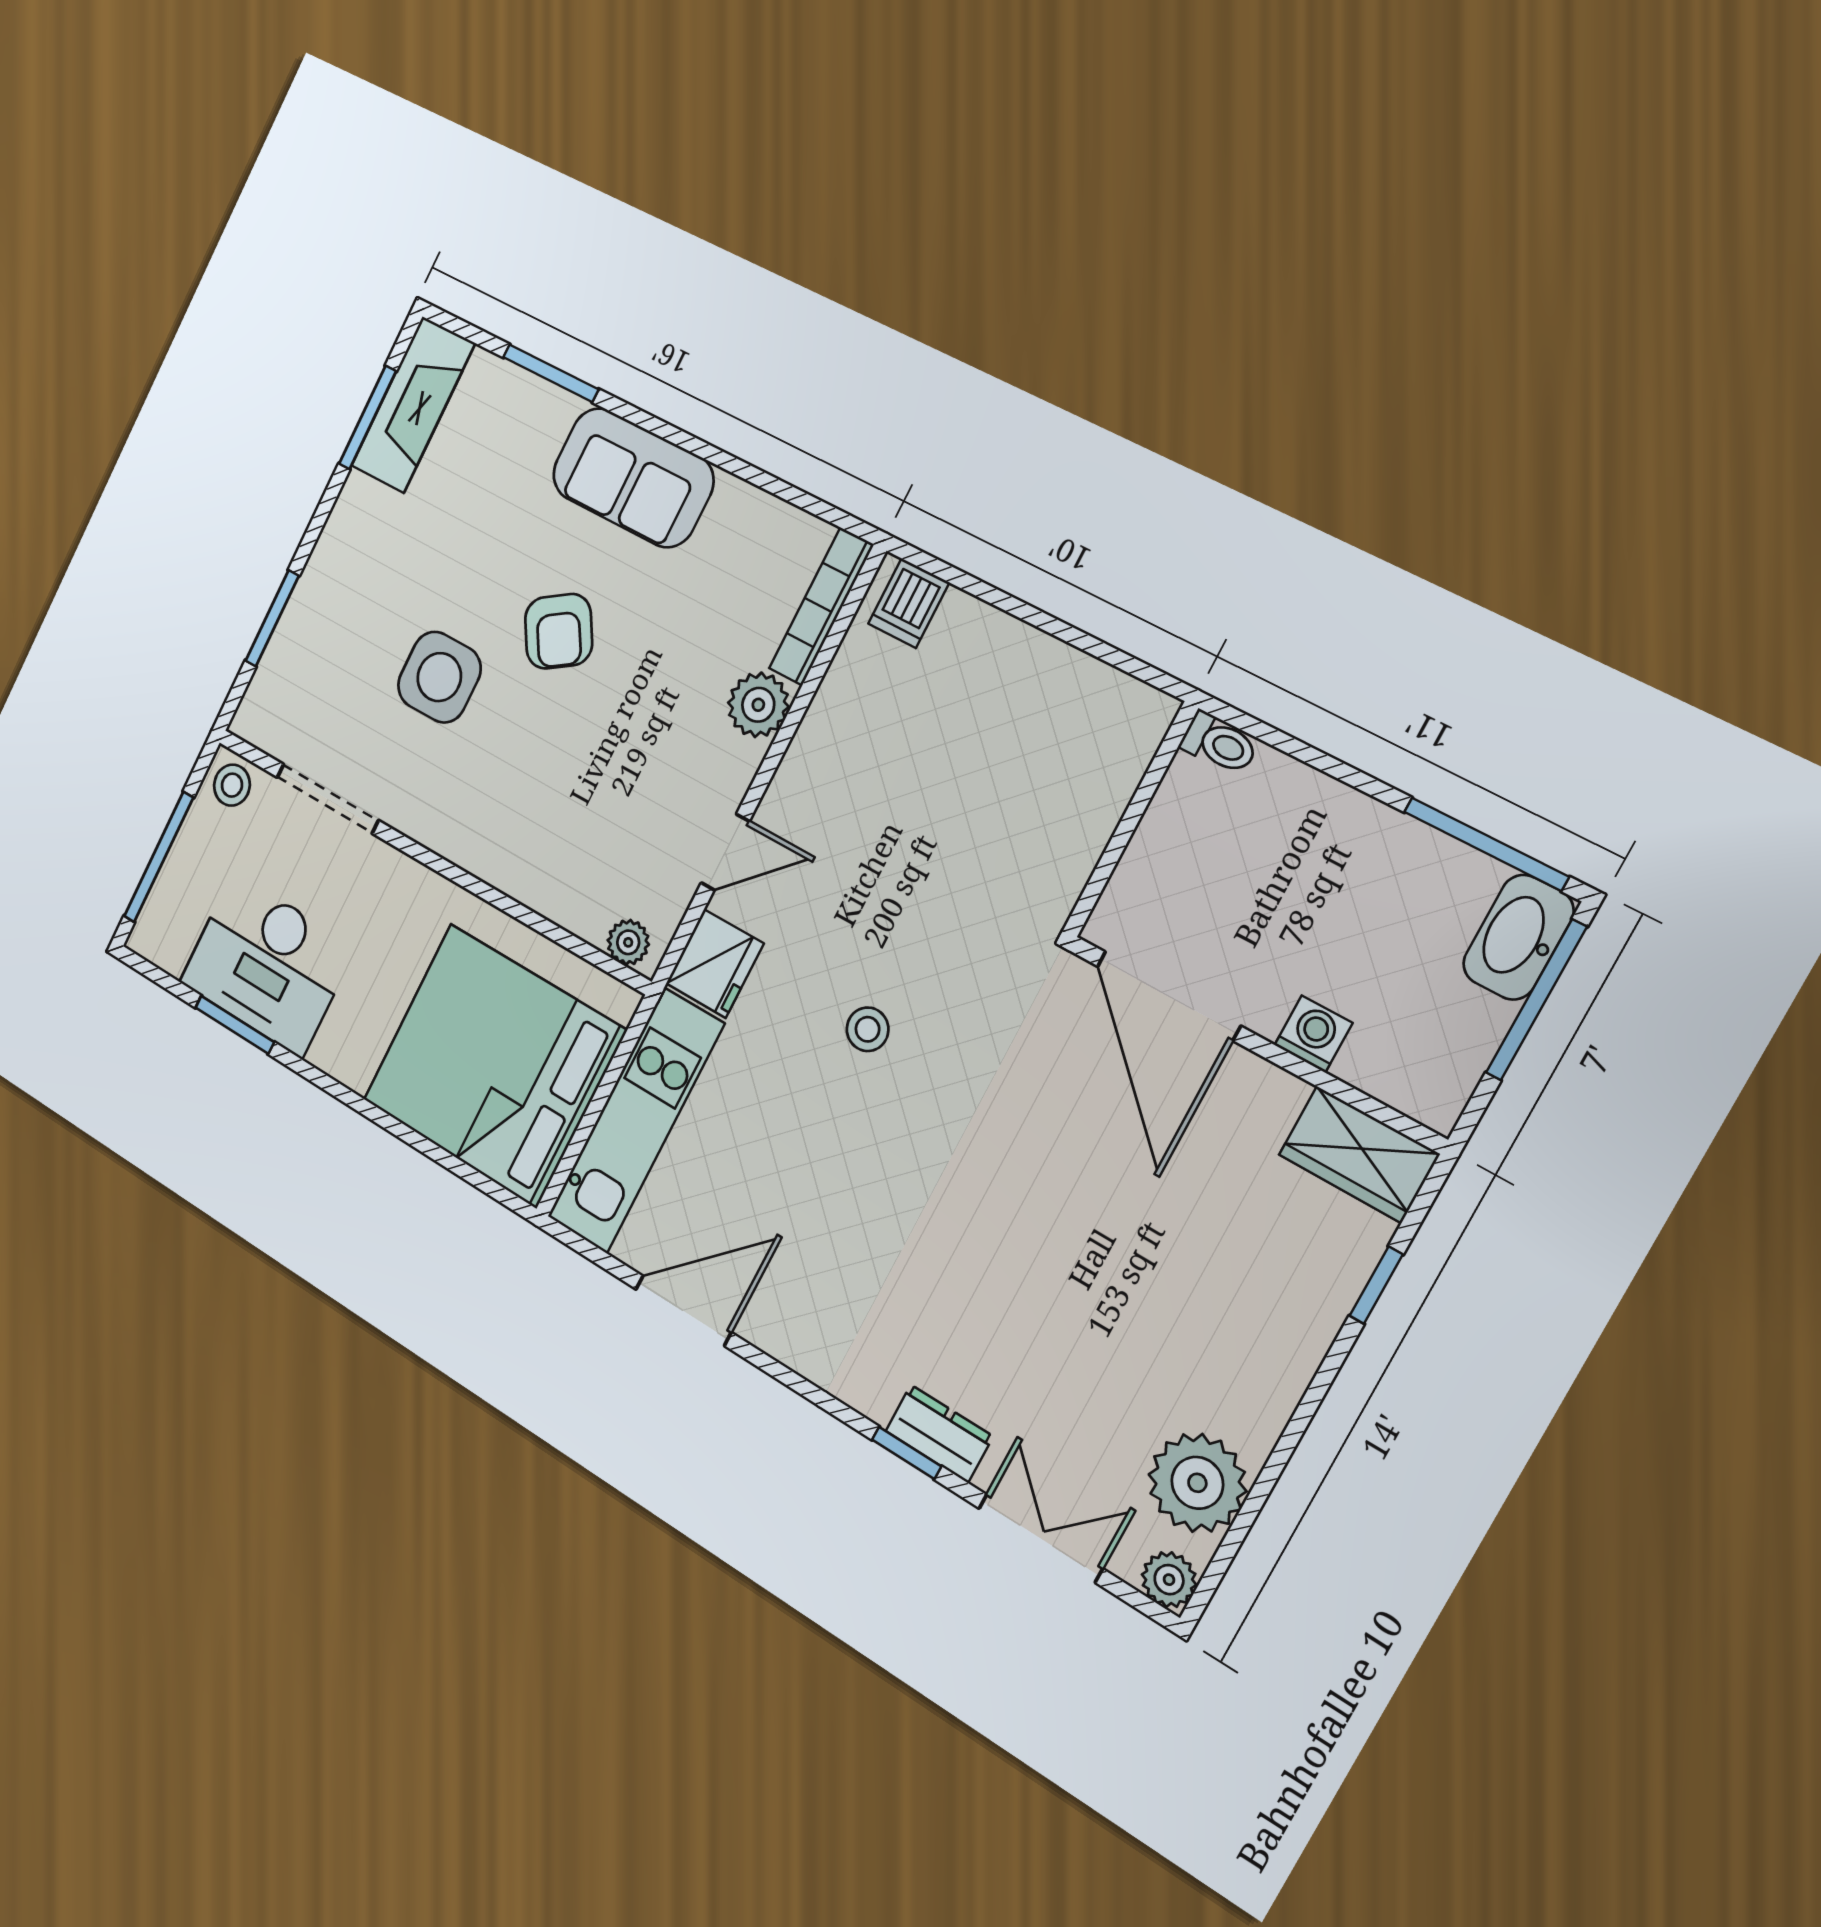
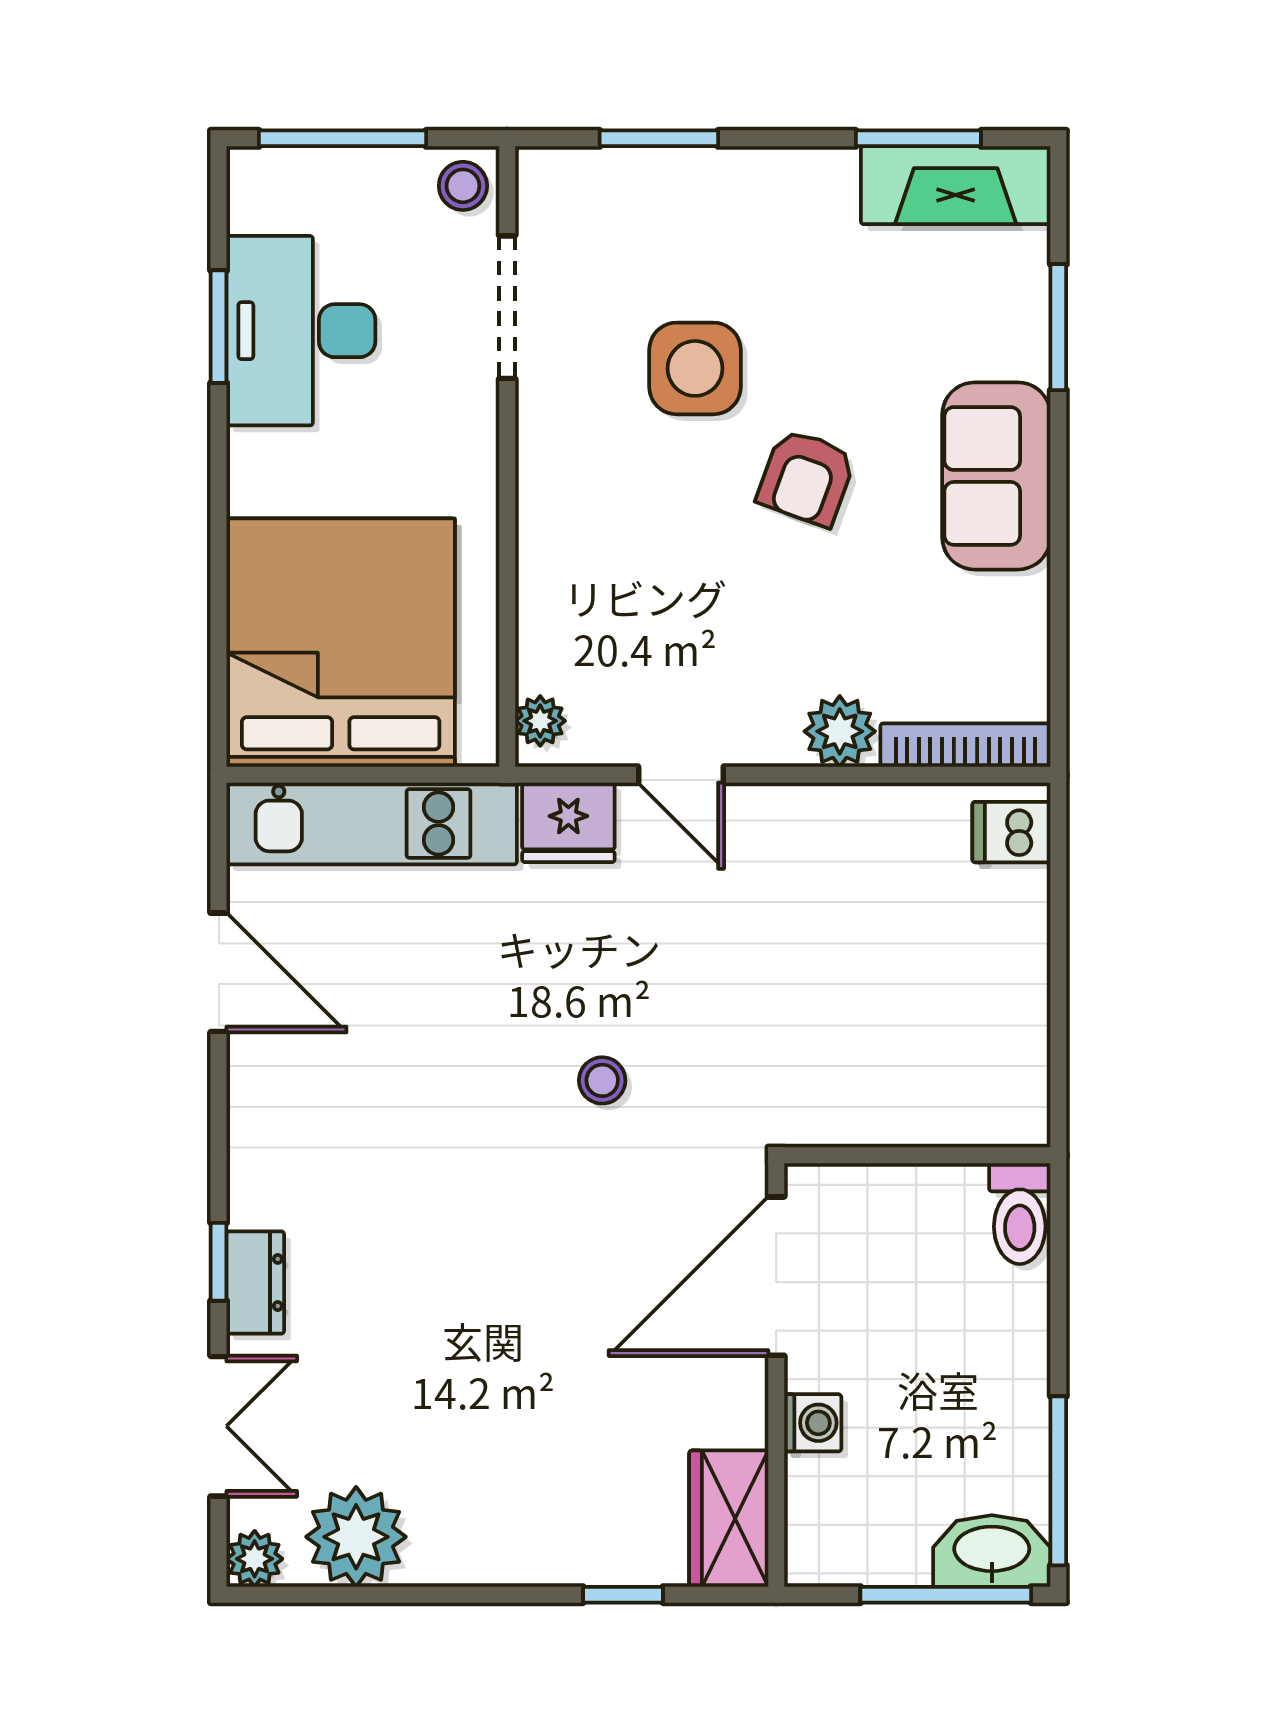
armchair: (559, 631) -> (806, 478), turned -38
toilet: (1219, 743) -> (1020, 1214), width x1.37, depth x1.39
stool: (868, 1029) -> (602, 1080), moved

